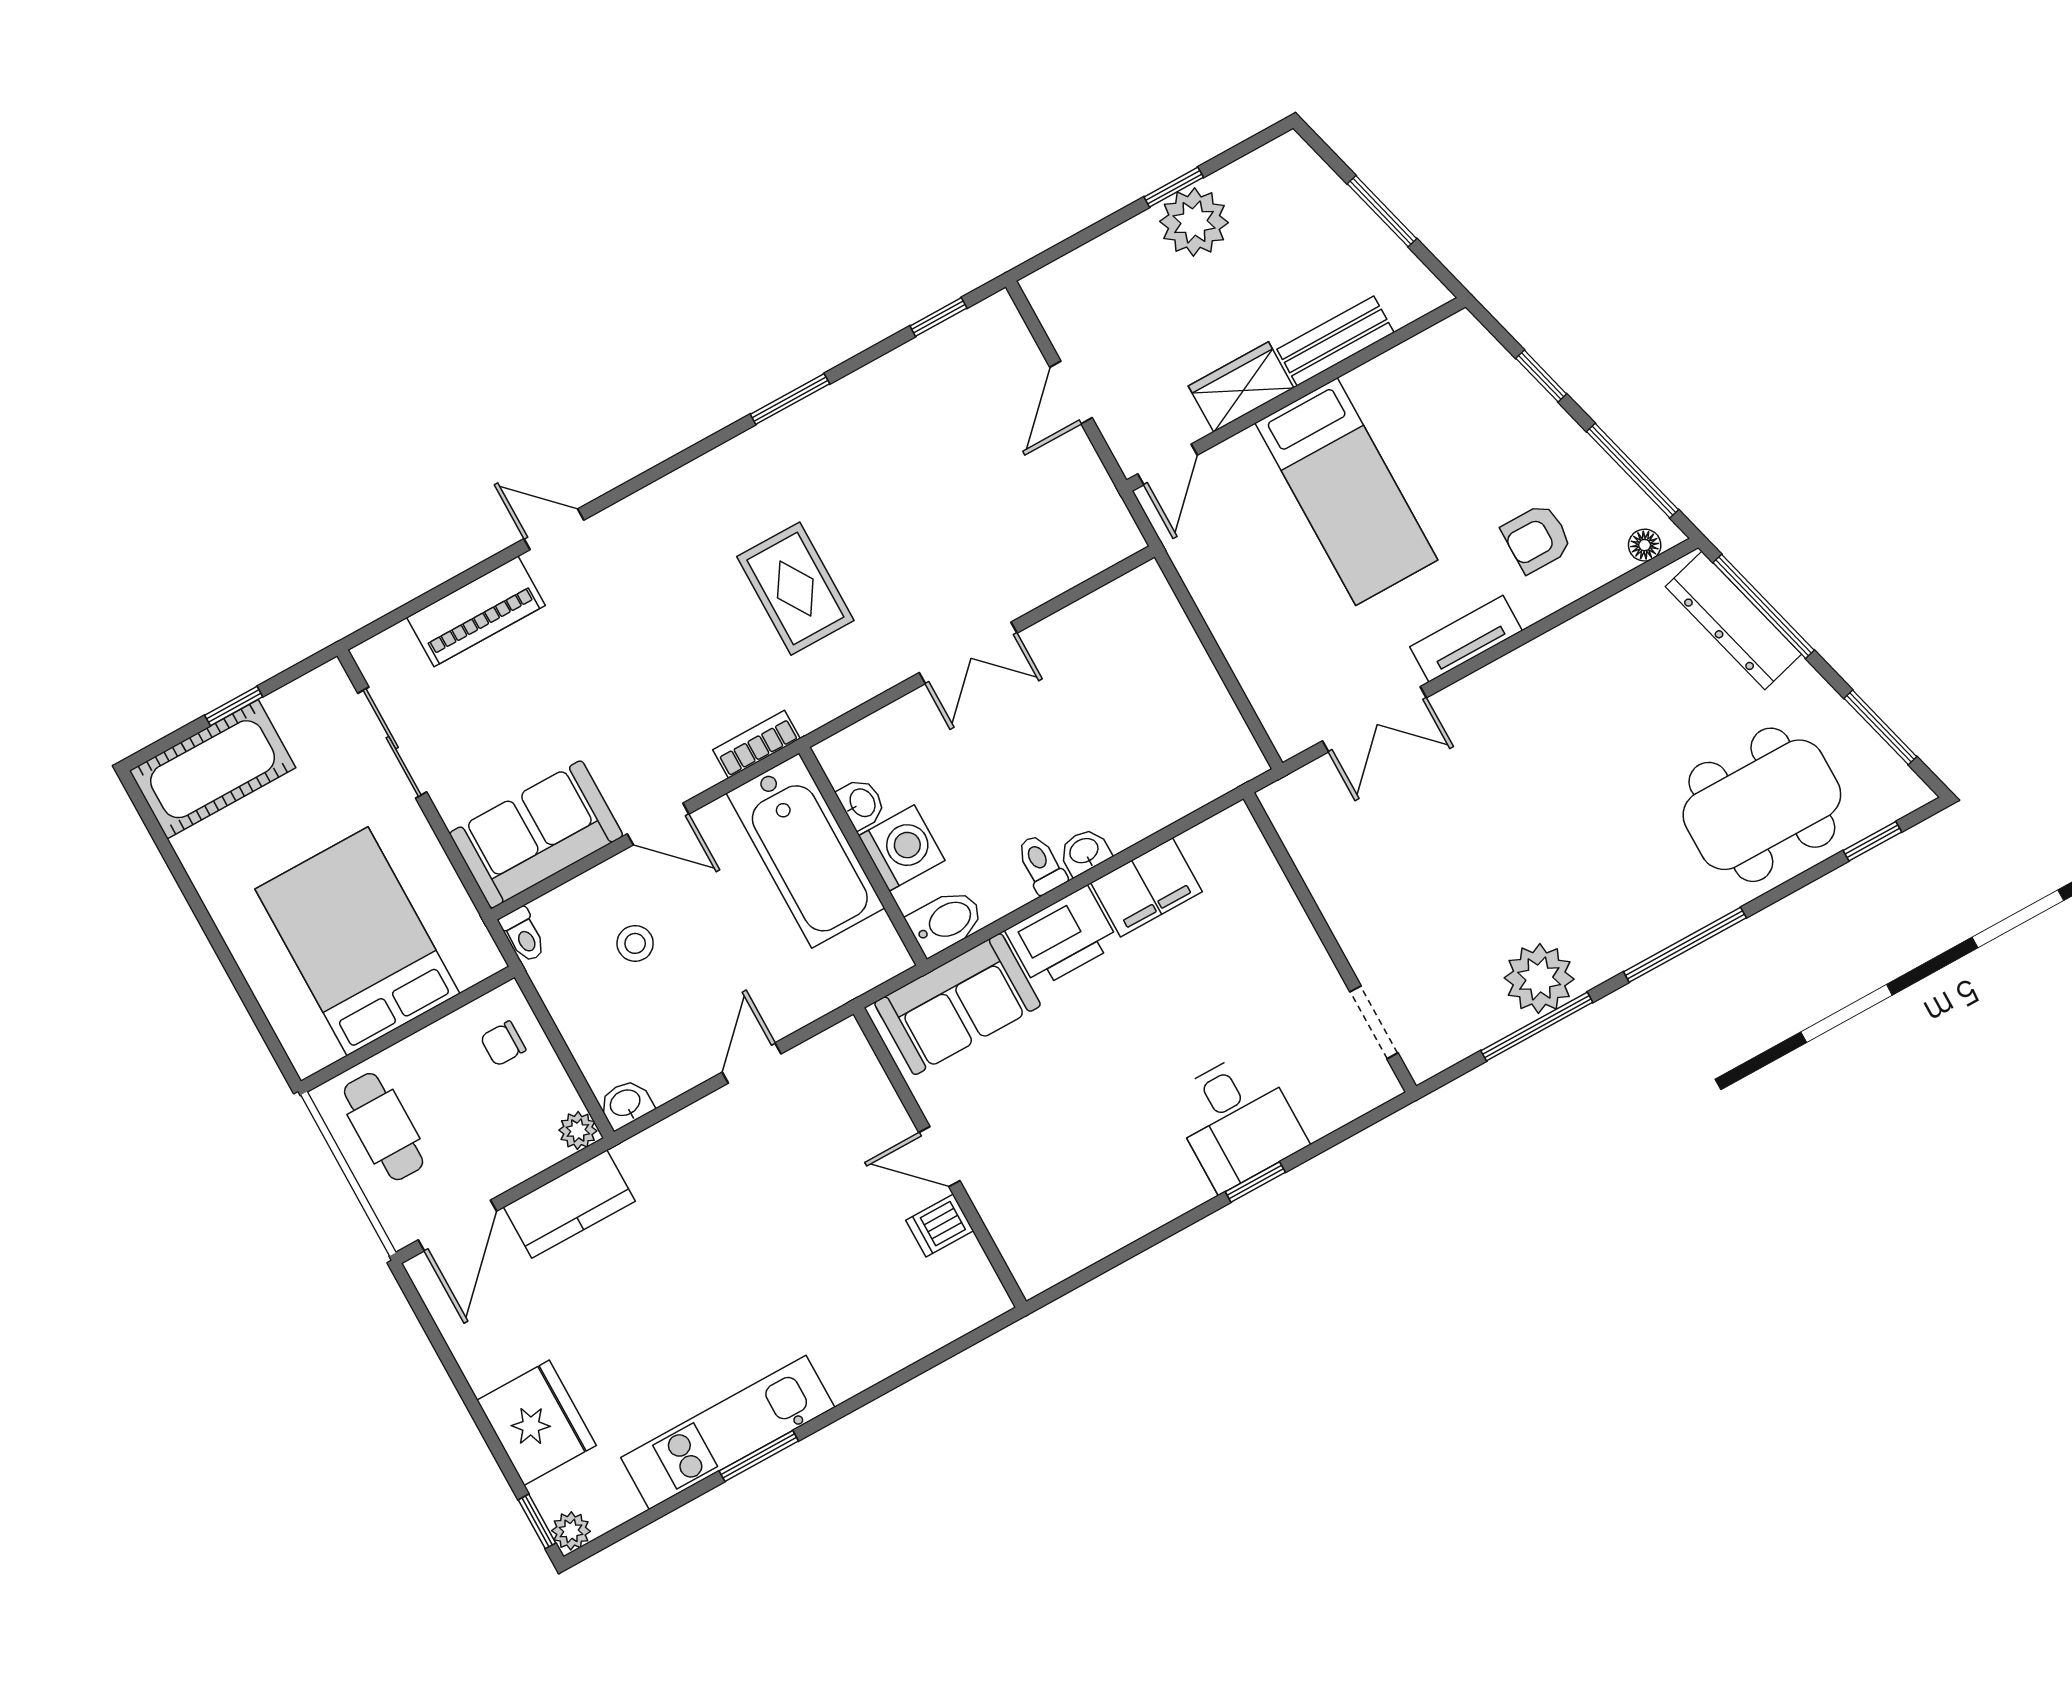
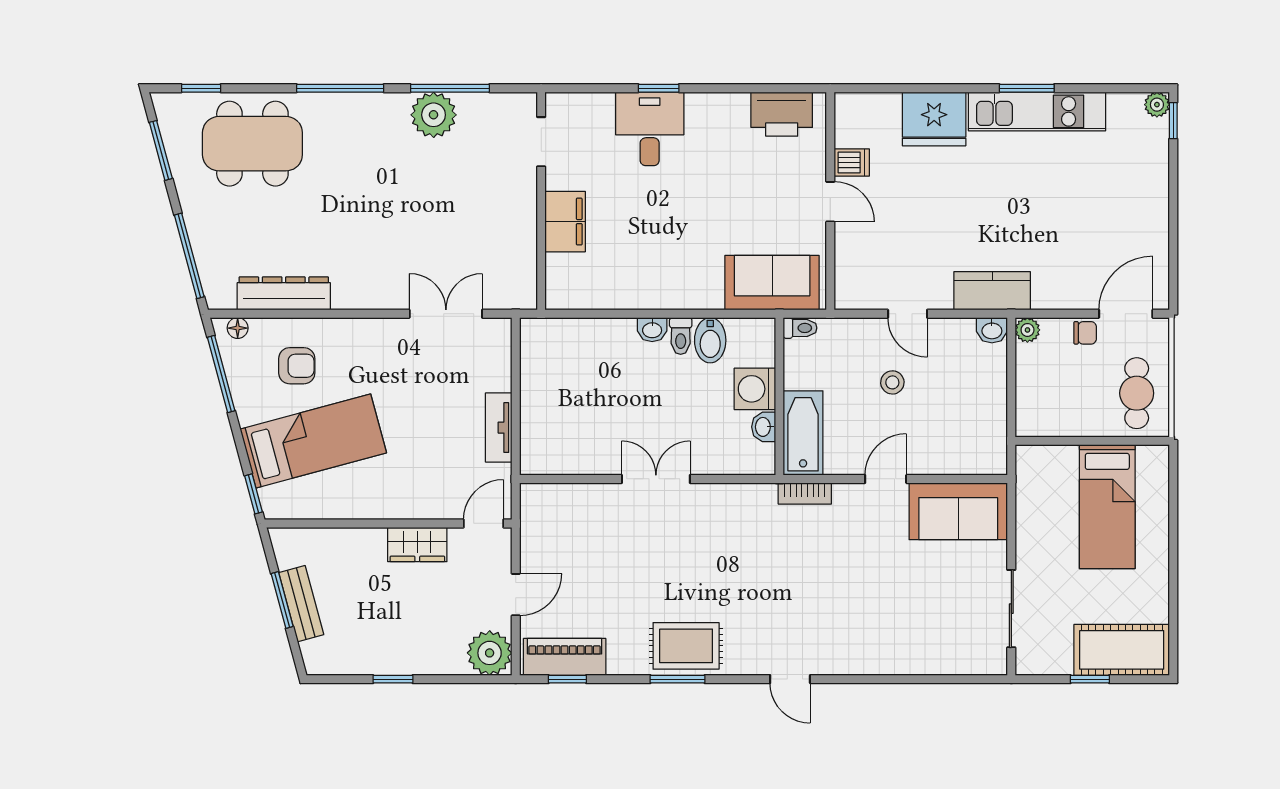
plant: (1194, 222) -> (490, 653), moved
bench: (1336, 341) -> (301, 604), moved, turned 75
window: (1541, 376) -> (253, 494), moved
bed: (1346, 492) -> (313, 441), moved, turned 75
door: (554, 529) -> (790, 679), moved
rug: (795, 589) -> (686, 646), moved, turned 90
piano: (476, 611) -> (565, 657), moved
dresser: (1733, 620) -> (284, 293), moved, turned -75
tv unit: (1466, 639) -> (499, 428), moved, turned 90
door: (658, 824) -> (886, 479), hinge flipped
bathtub: (805, 851) -> (803, 433), width x0.73, depth x0.73
filing cabinet: (1147, 887) -> (565, 222), moved, turned 90
bidet: (946, 922) -> (710, 340), moved, turned -90
toilet: (523, 935) -> (800, 328), moved, turned 90
printer: (1062, 937) -> (782, 114), moved, turned 180
bed: (357, 941) -> (1107, 507), width x0.67
stool: (635, 943) -> (892, 382), moved
chair: (503, 1044) -> (1085, 333), moved
door: (752, 1063) -> (908, 314), hinge flipped
kitchen counter: (569, 1204) -> (992, 291), moved
fridge: (537, 1423) -> (934, 119), moved, turned -90

